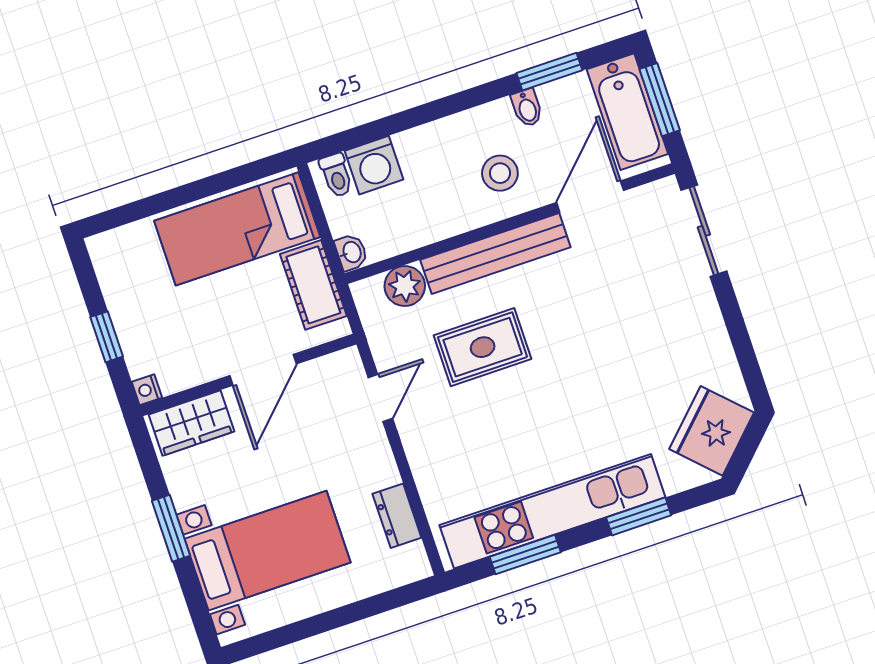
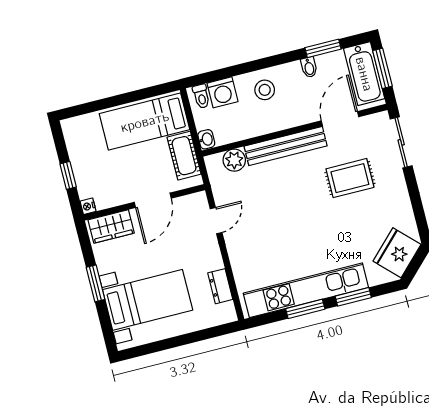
stool: (500, 173) -> (265, 90), moved
rug: (483, 347) -> (350, 178), moved
window: (525, 555) -> (305, 309), moved

